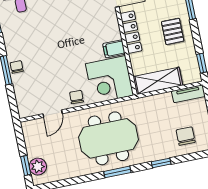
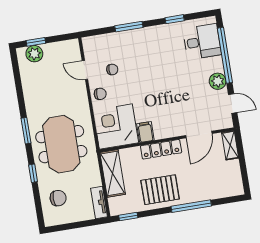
pallet: (173, 31) -> (160, 190), width x1.50, depth x1.42
chair: (17, 67) -> (112, 69), moved
meeting table: (108, 138) -> (61, 144), moved

